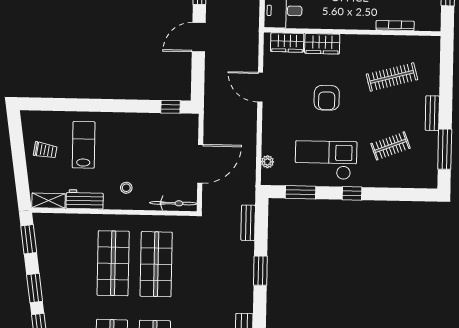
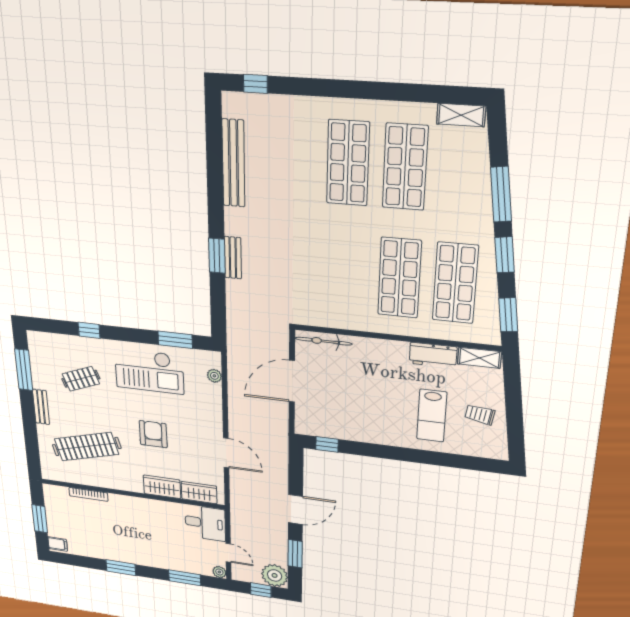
clothes rail: (392, 77) -> (86, 447), width x1.37, depth x1.31
stool: (126, 188) -> (381, 364), removed
window: (352, 193) -> (89, 330), moved
bench: (248, 223) -> (233, 258), moved
shop shelf: (156, 264) -> (455, 283), moved

